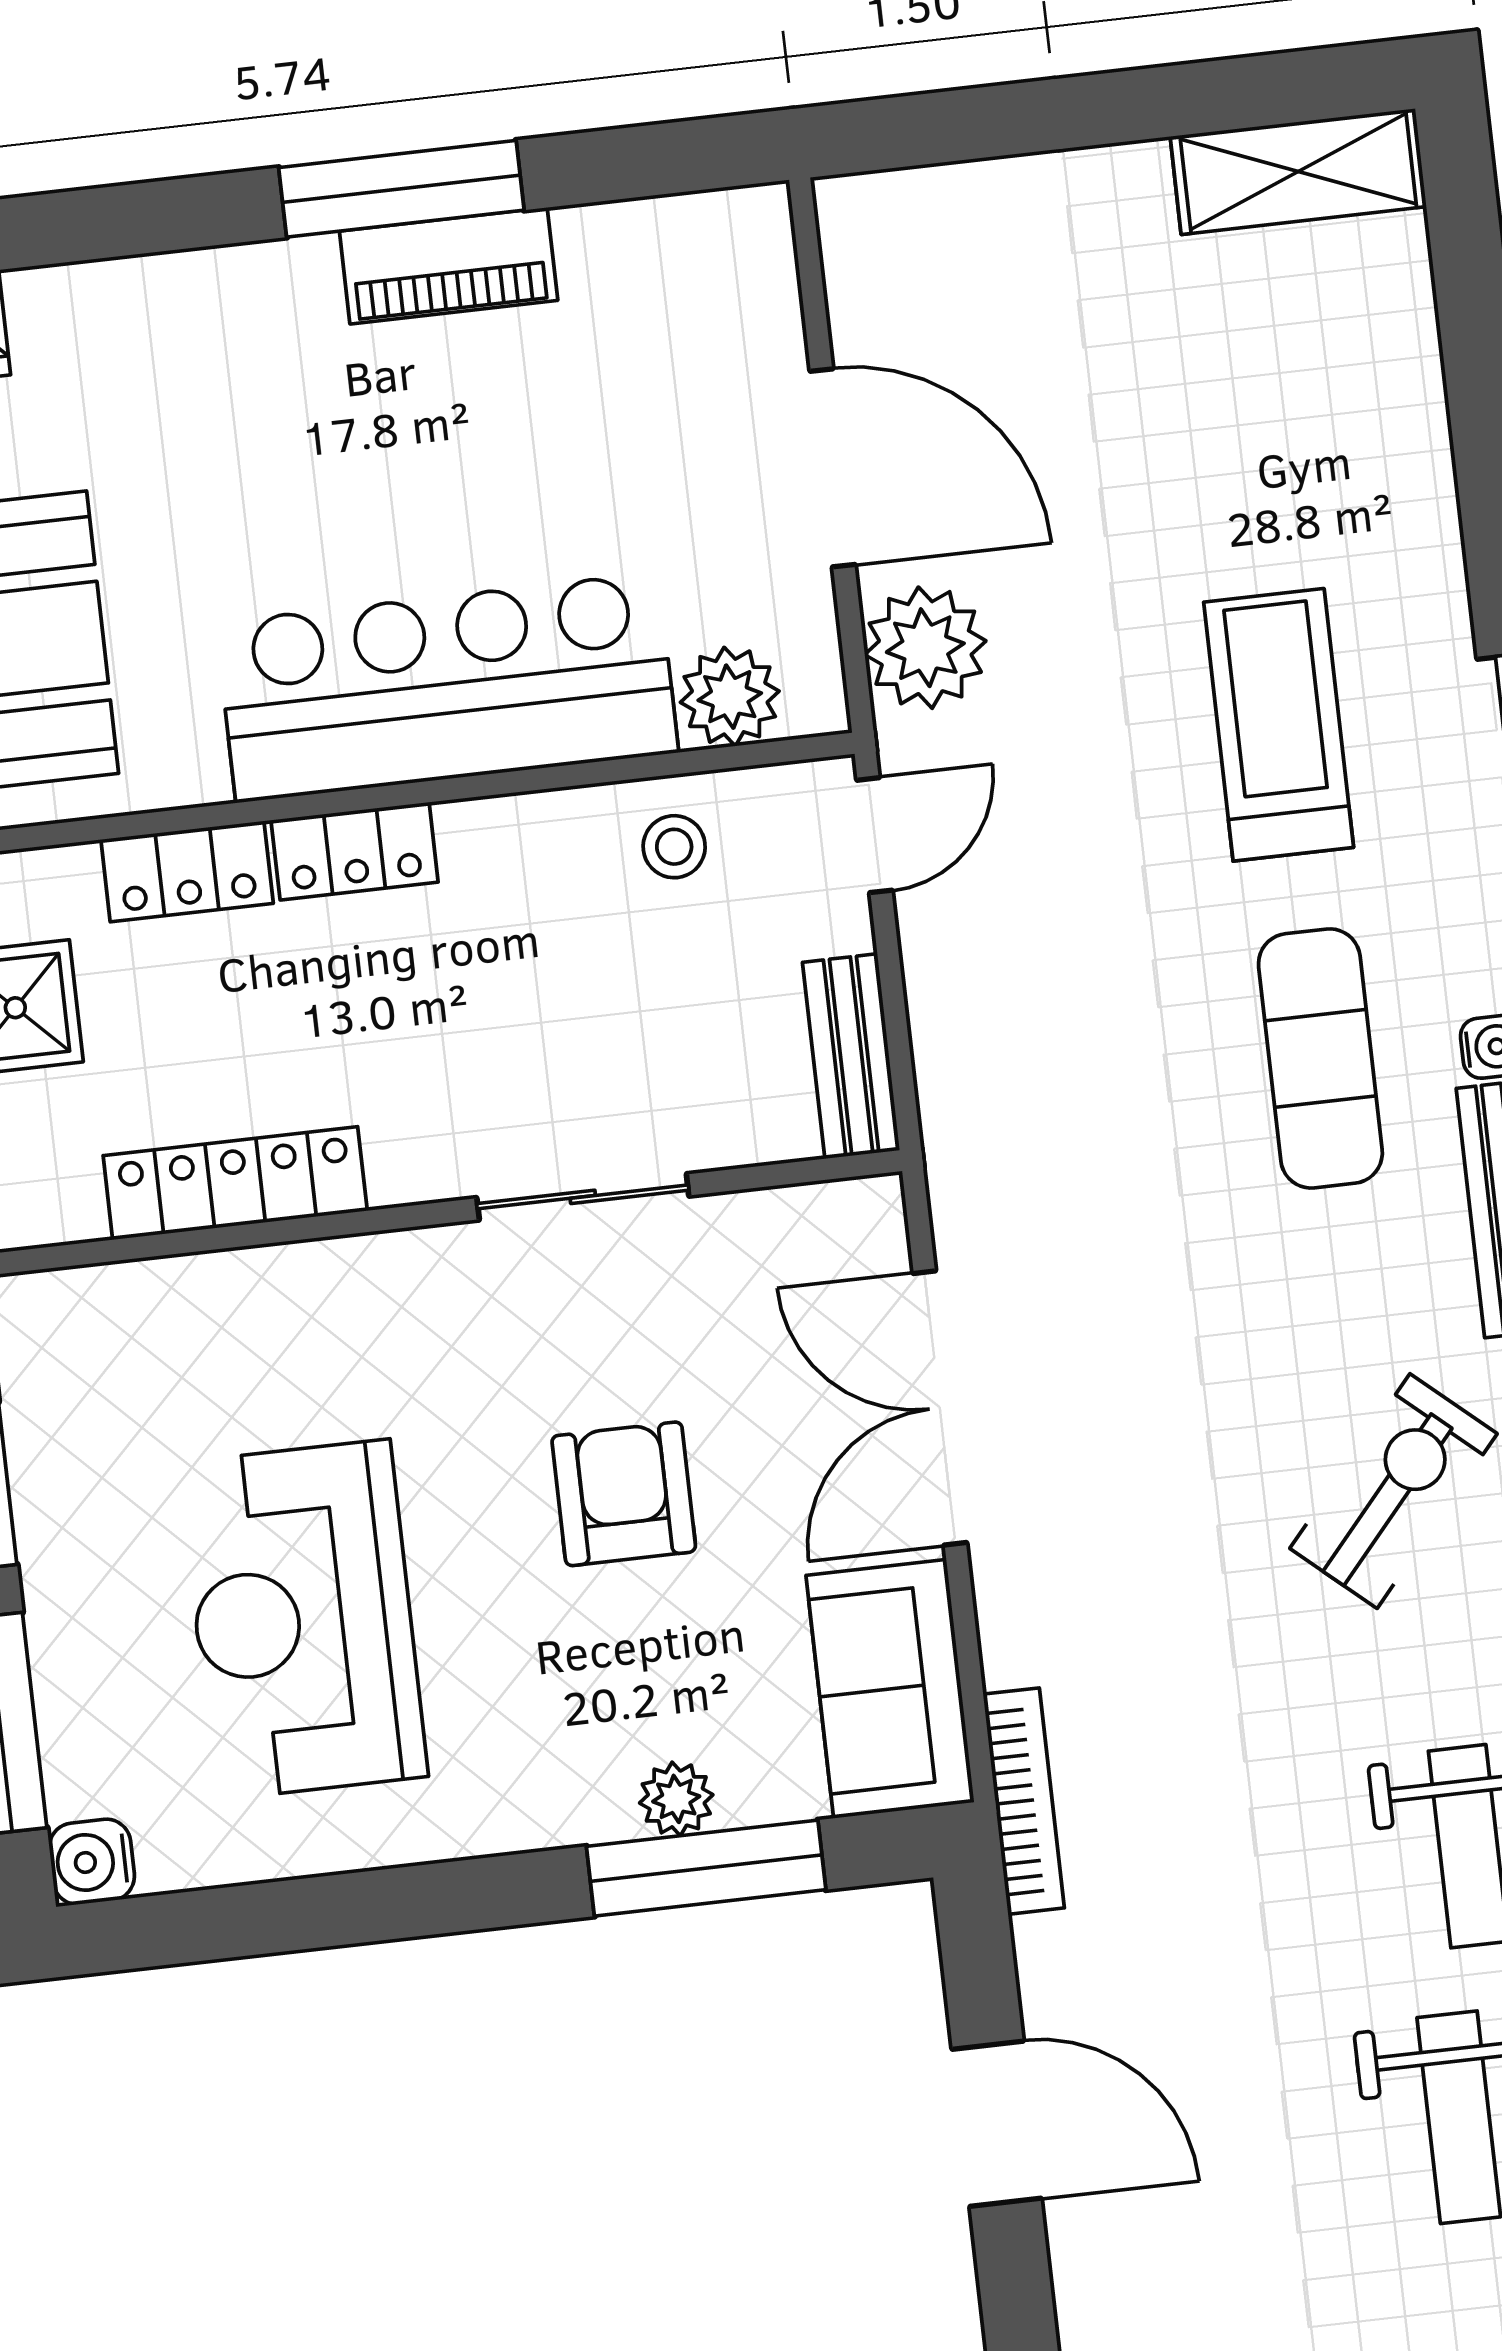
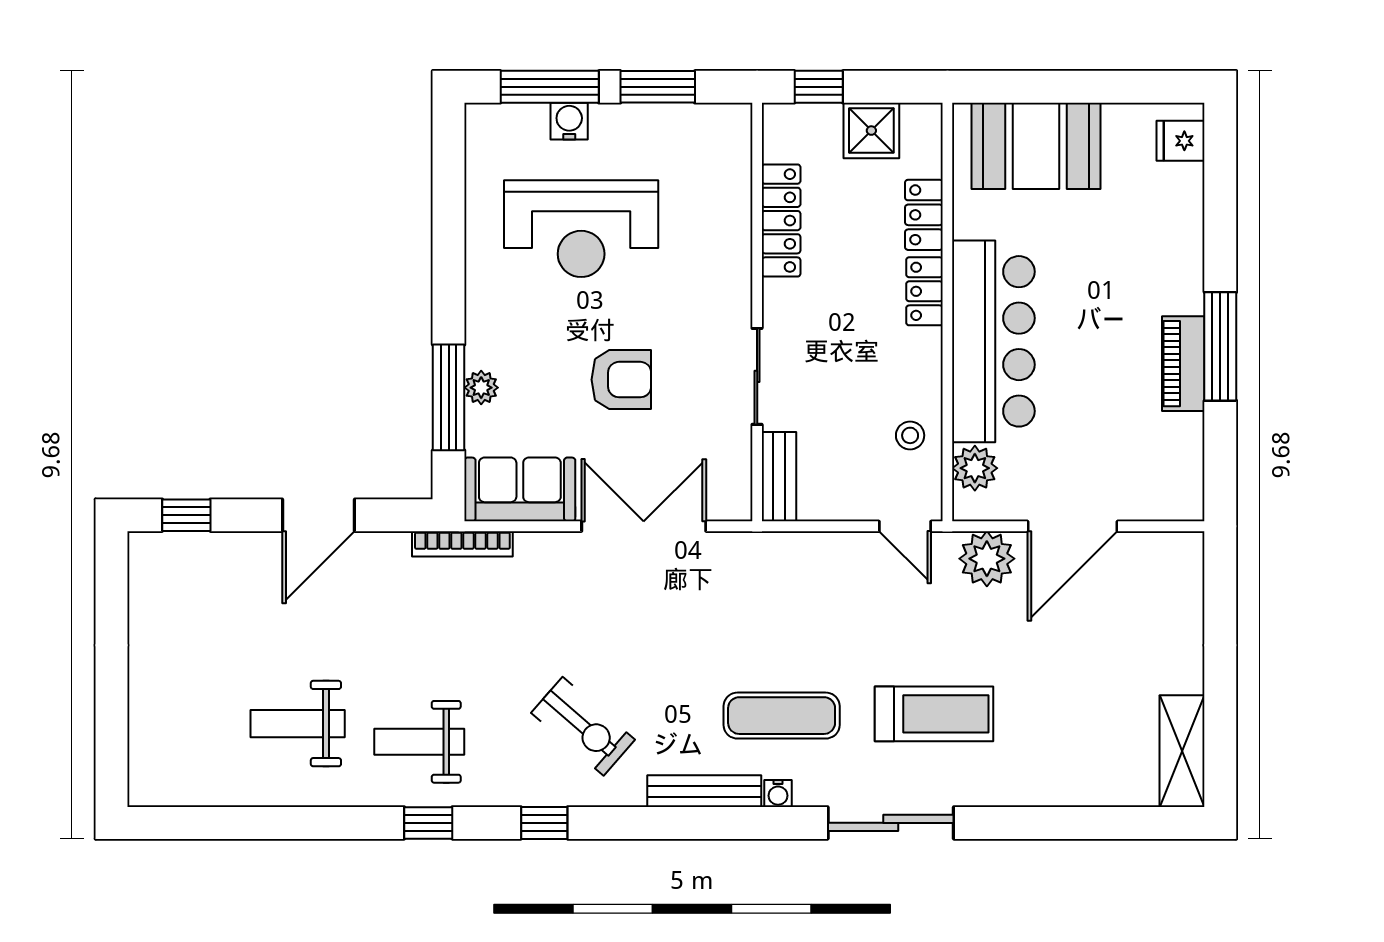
bench: (851, 1056) -> (779, 477), moved, turned 90
reception desk: (303, 1620) -> (581, 229), turned 180
water cooler: (92, 1862) -> (569, 121), moved

